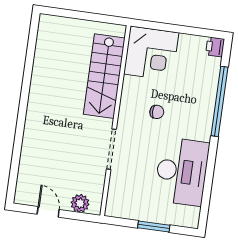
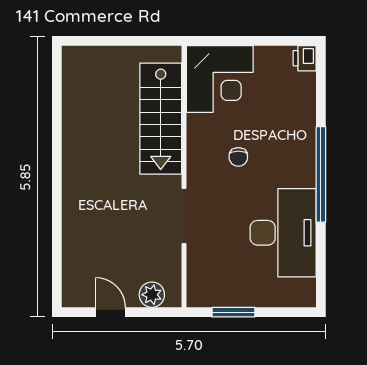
window: (219, 101) -> (321, 174), moved
chair: (157, 112) -> (238, 157), turned 90
window: (154, 226) -> (234, 312), moved

